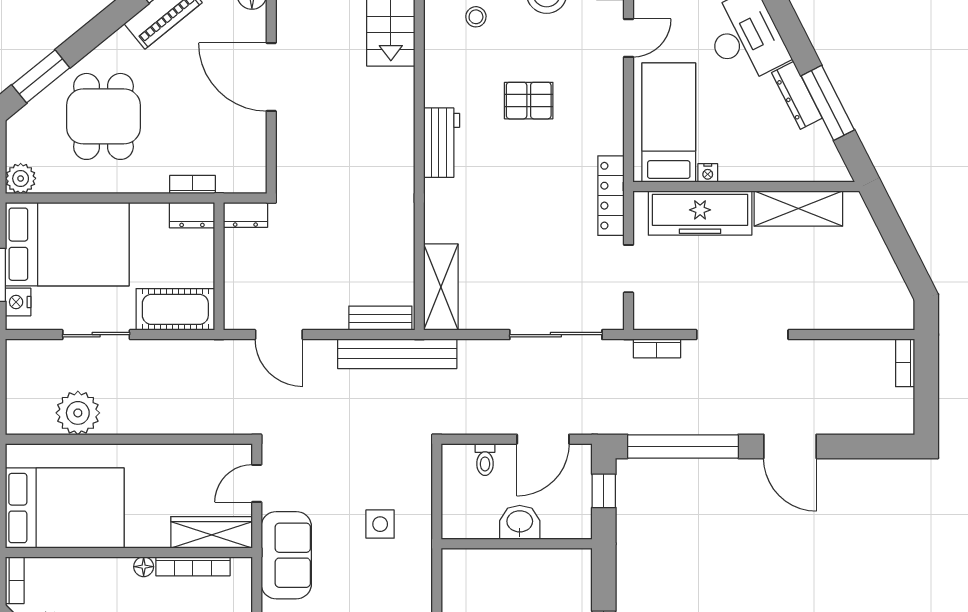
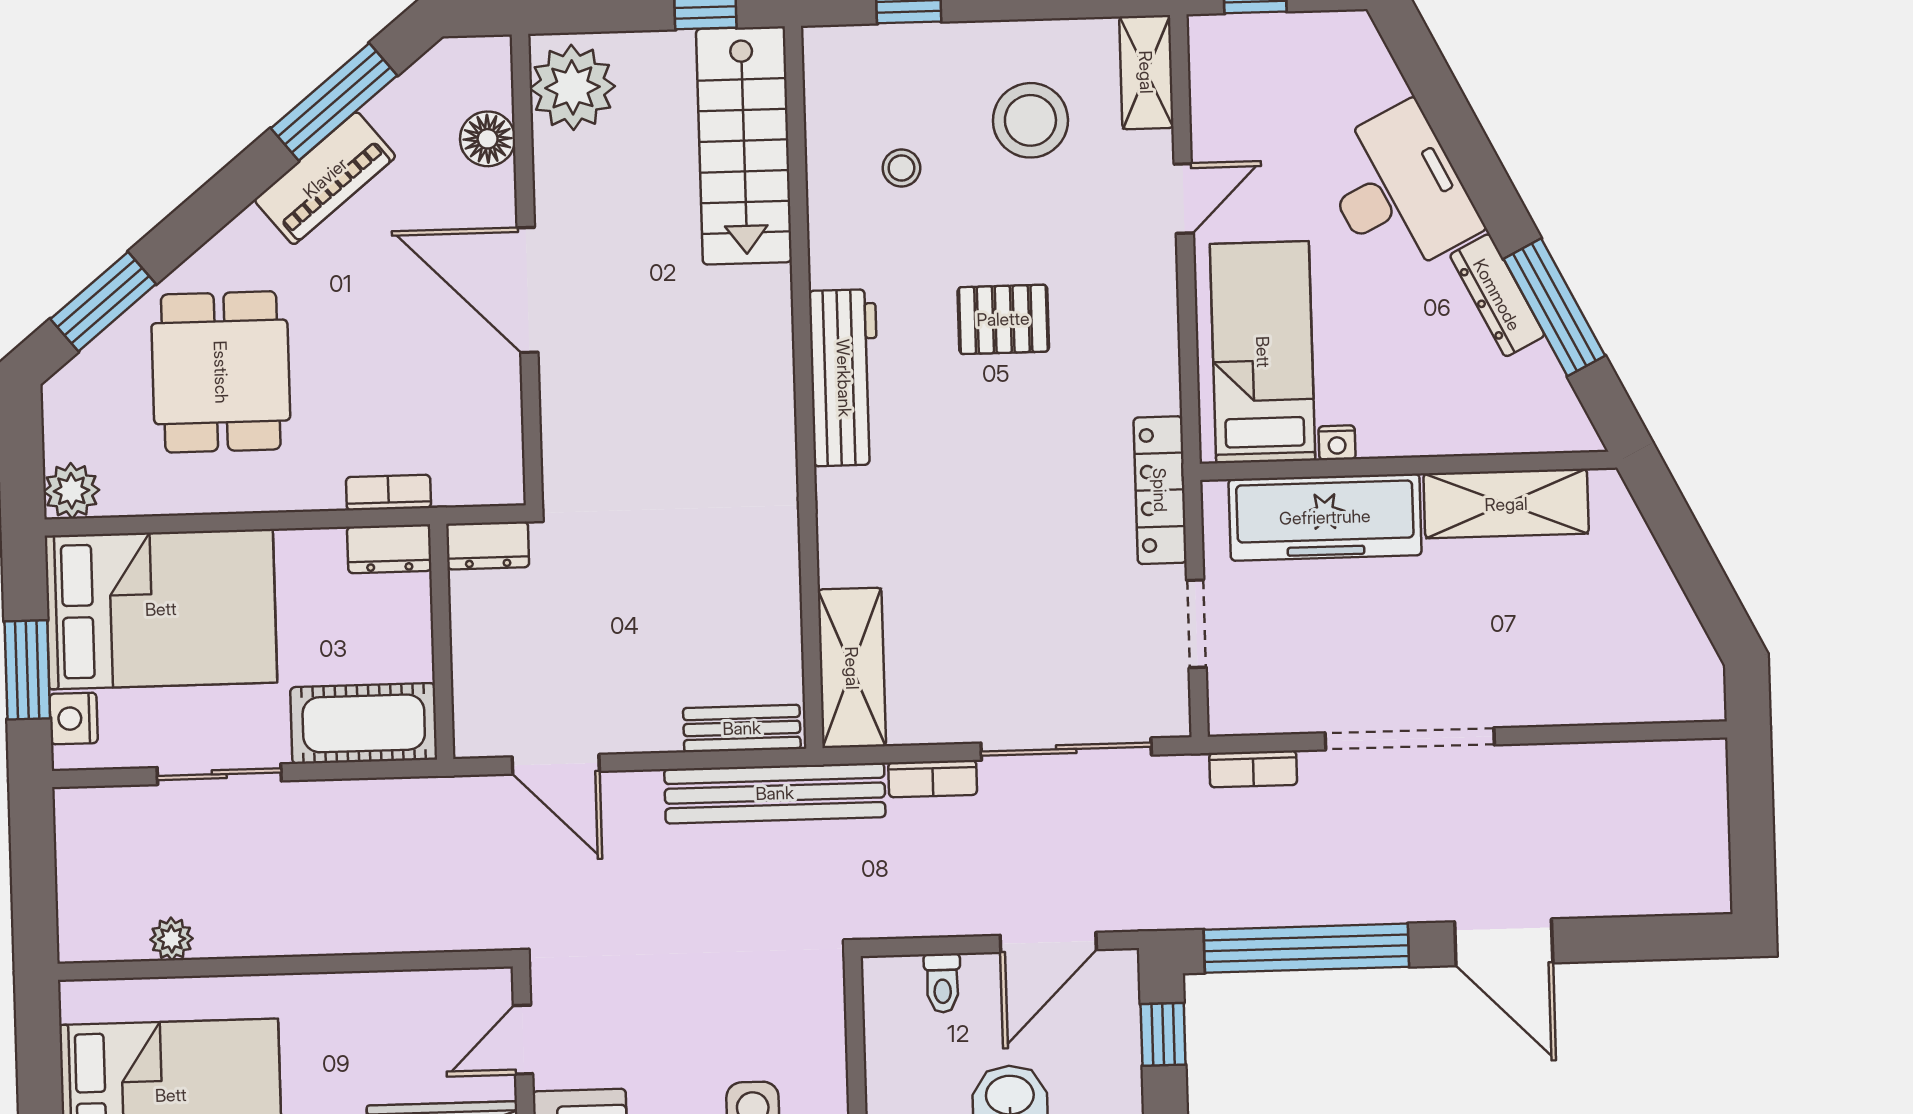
workbench: (442, 143) -> (844, 378), width x1.38
bookcase: (905, 363) -> (933, 779), moved, turned -90
plant: (78, 413) -> (172, 939), width x0.53, depth x0.53

